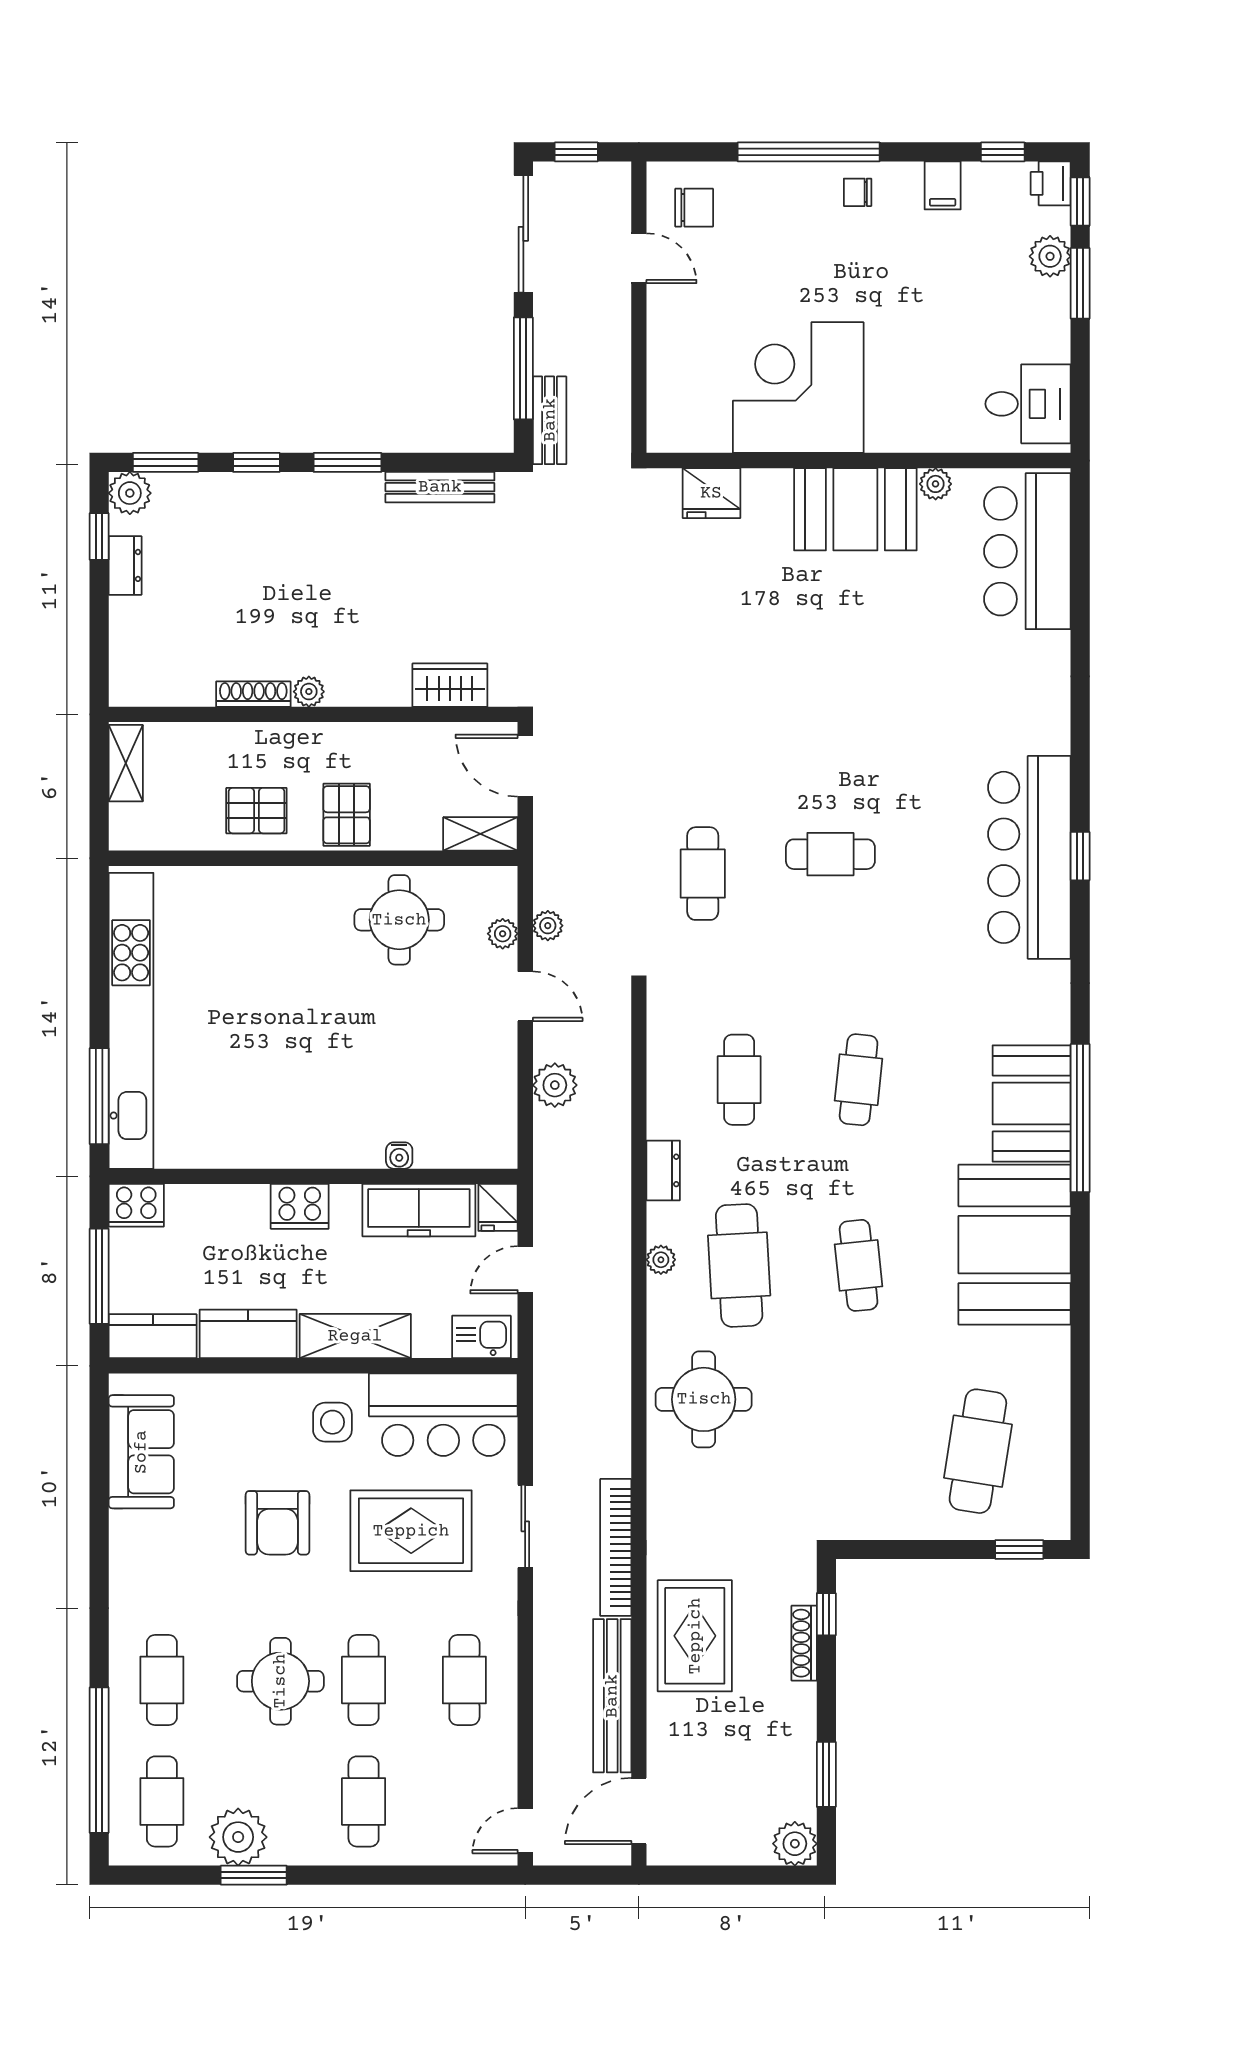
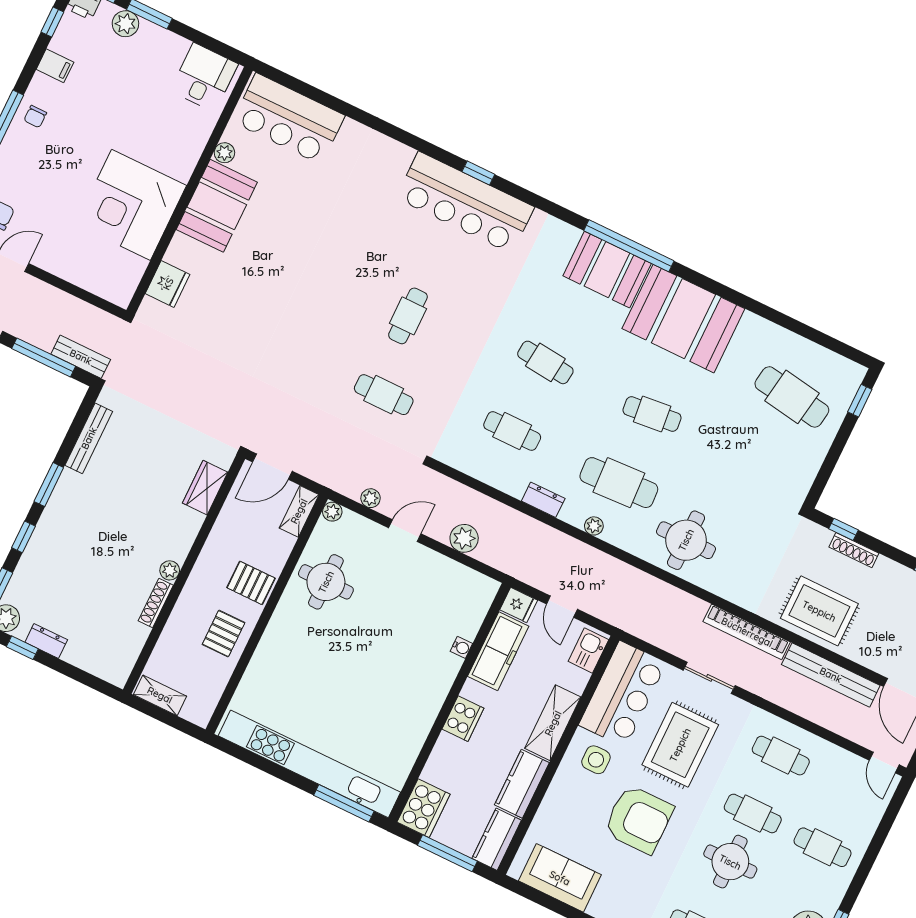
plant: (503, 934) -> (332, 512), moved
cooker: (136, 1205) -> (424, 808), width x1.37, depth x1.31
armchair: (277, 1523) -> (639, 819), width x1.36, depth x1.36

